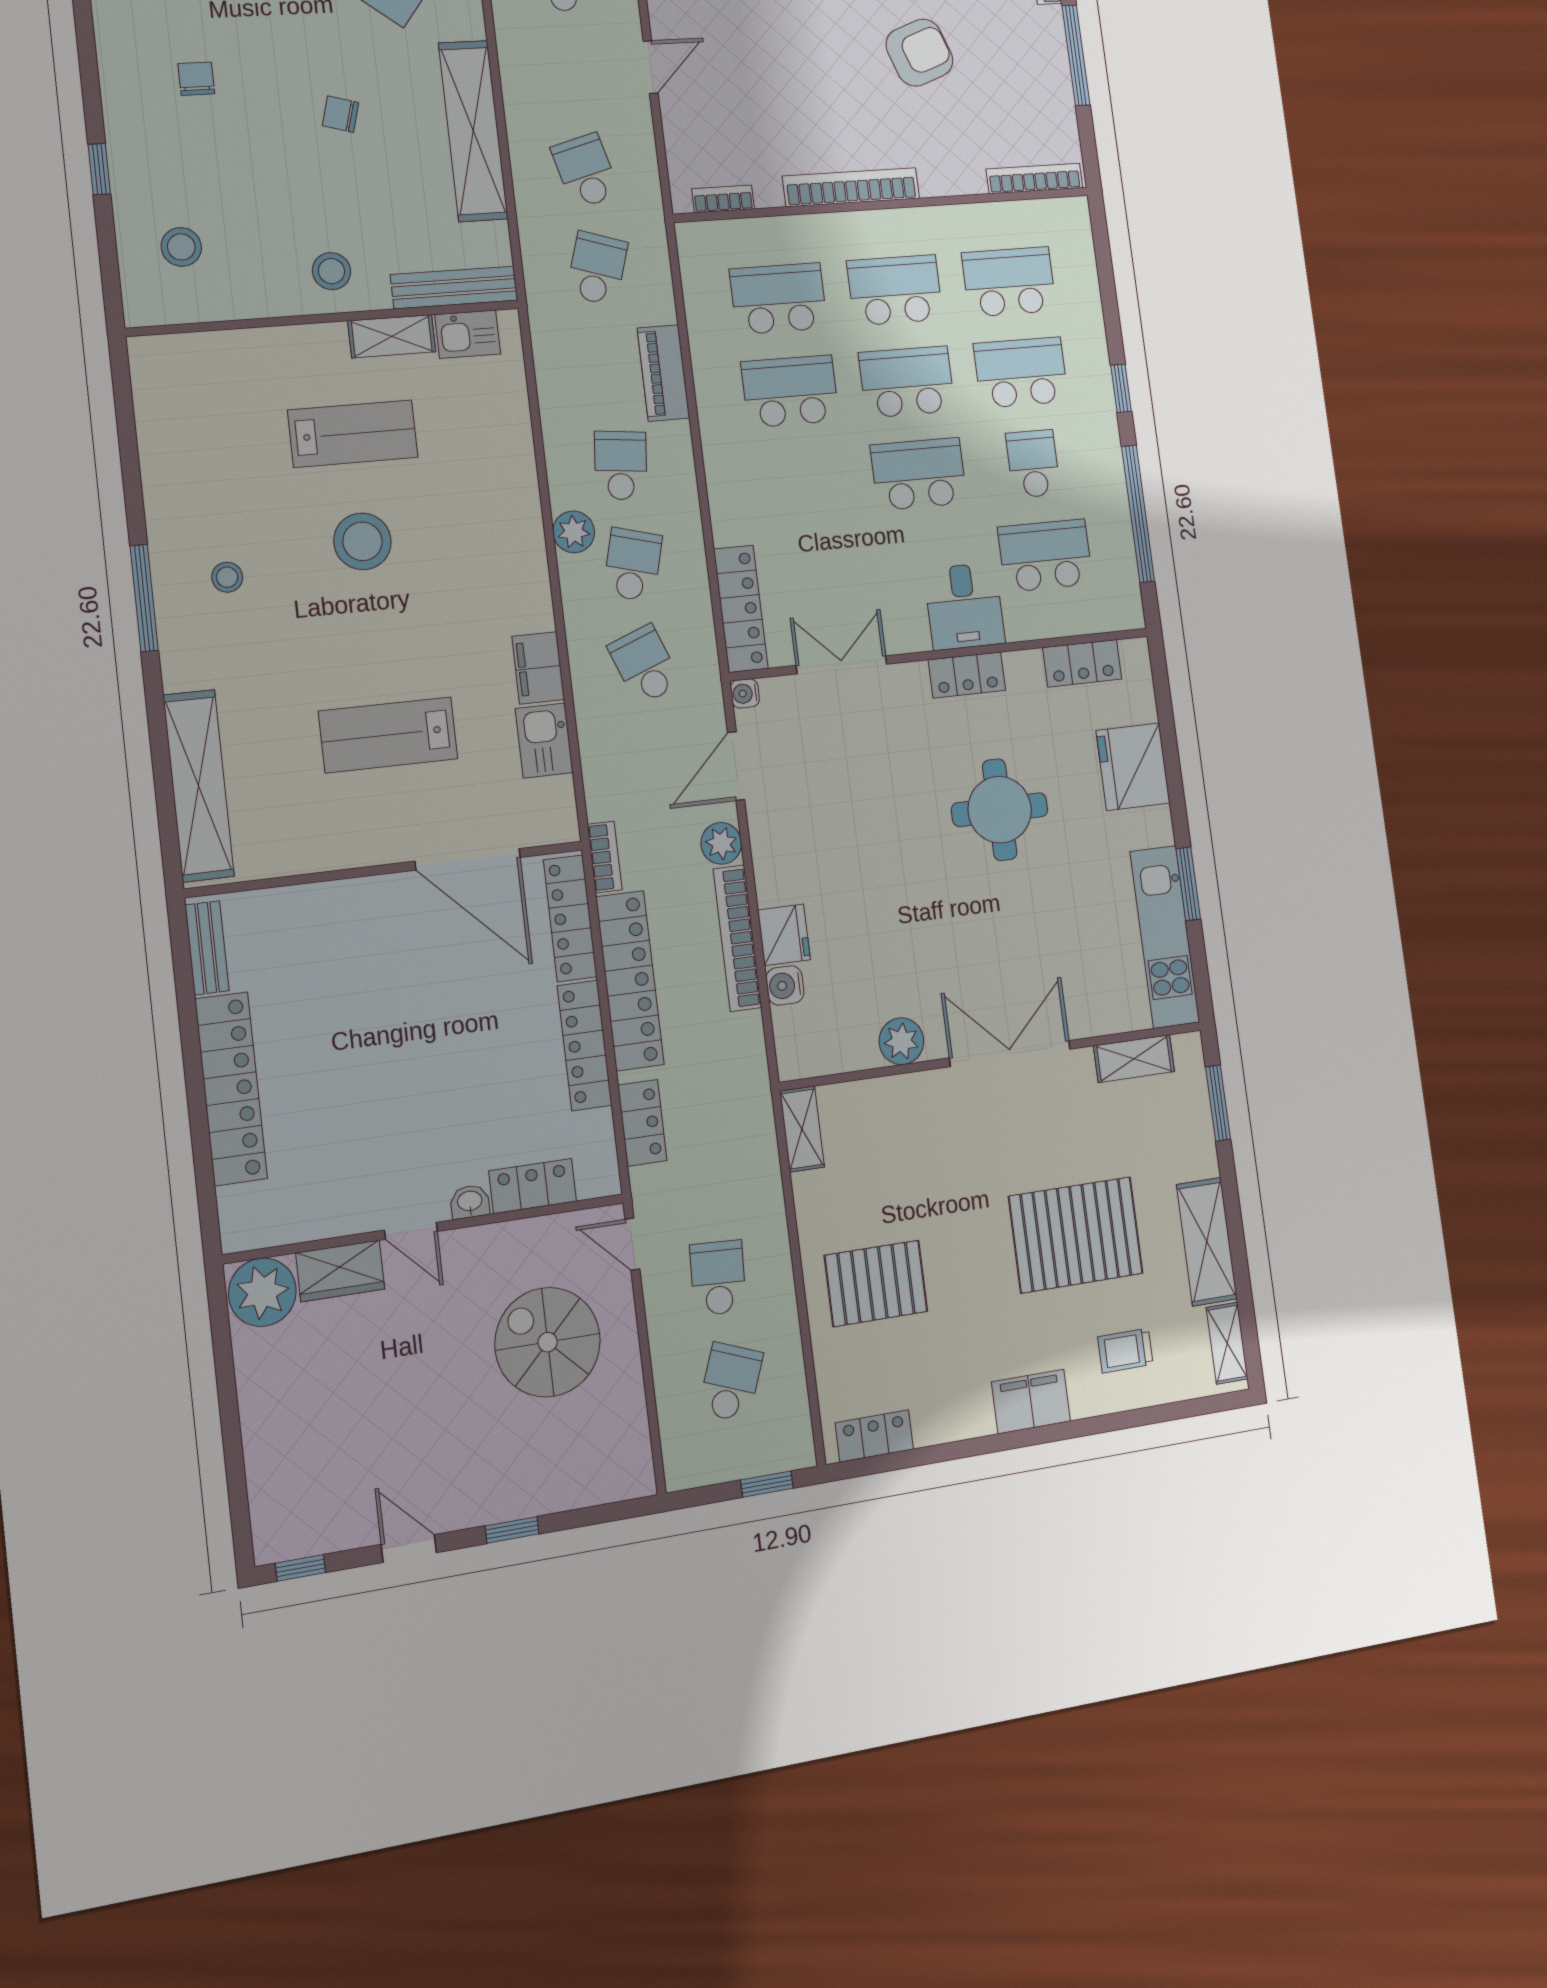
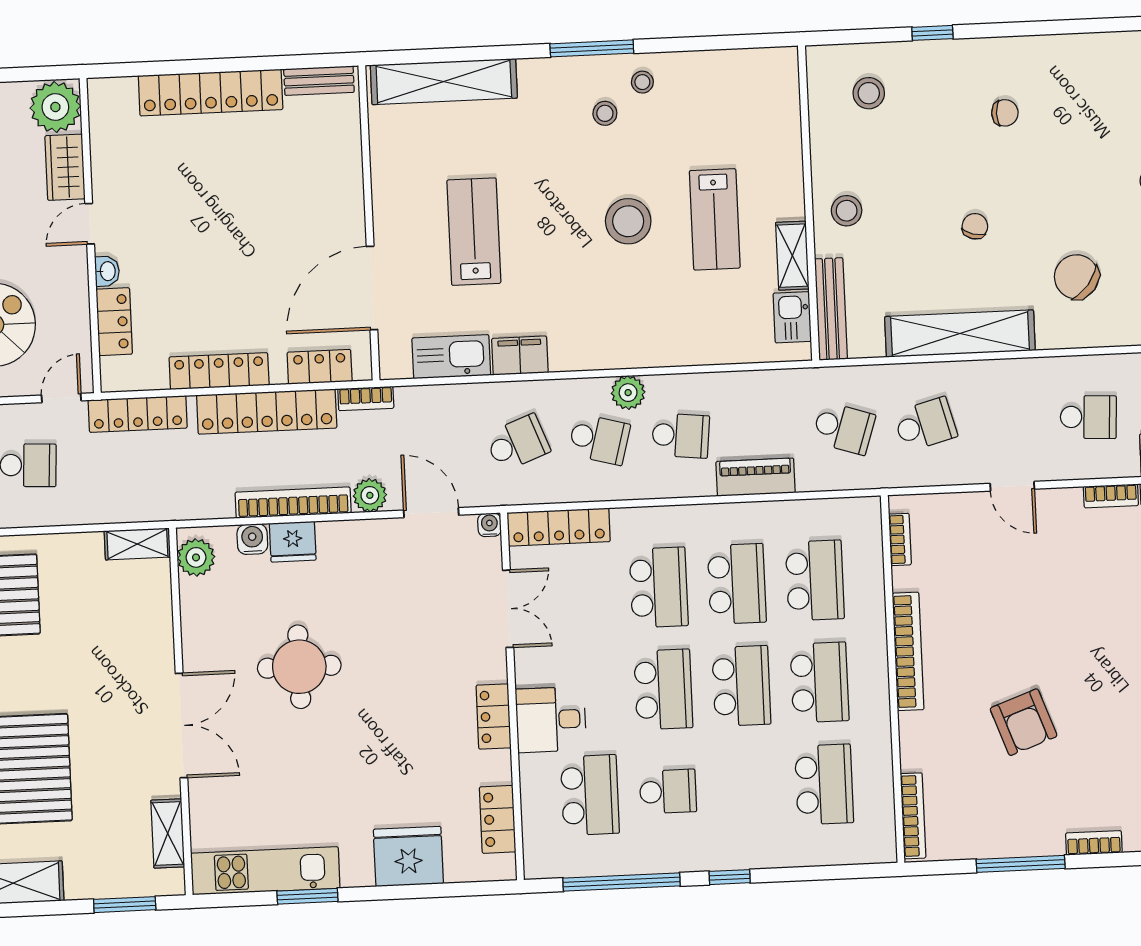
school desk: (1021, 373) -> (659, 587), moved
stool: (184, 532) -> (642, 82), added
kitchen sink: (544, 740) -> (451, 357), width x1.38
round table: (1000, 810) -> (299, 667), moved
locker: (570, 918) -> (320, 367), width x0.66
plant: (901, 1041) -> (196, 557), moved
locker: (642, 1123) -> (138, 414), width x1.53

